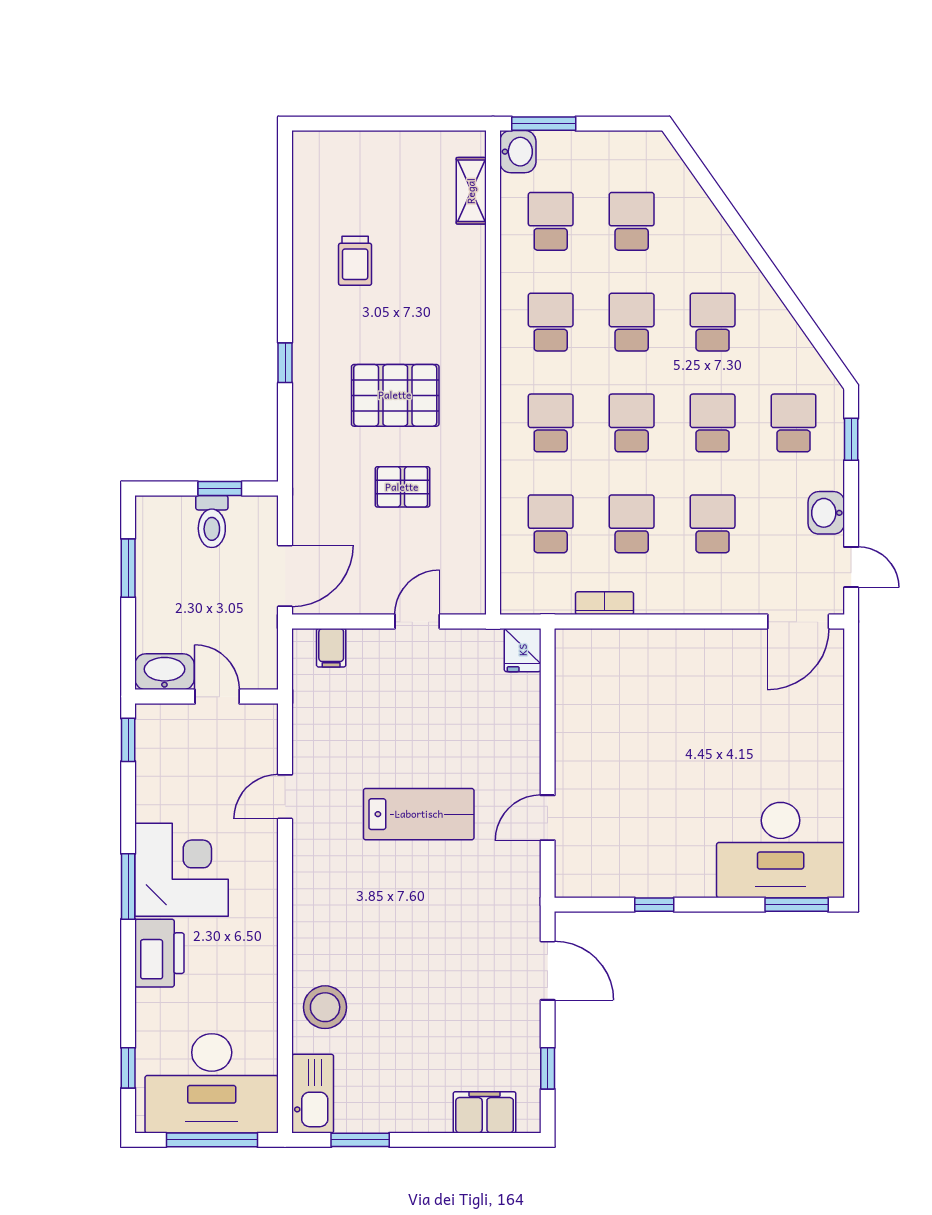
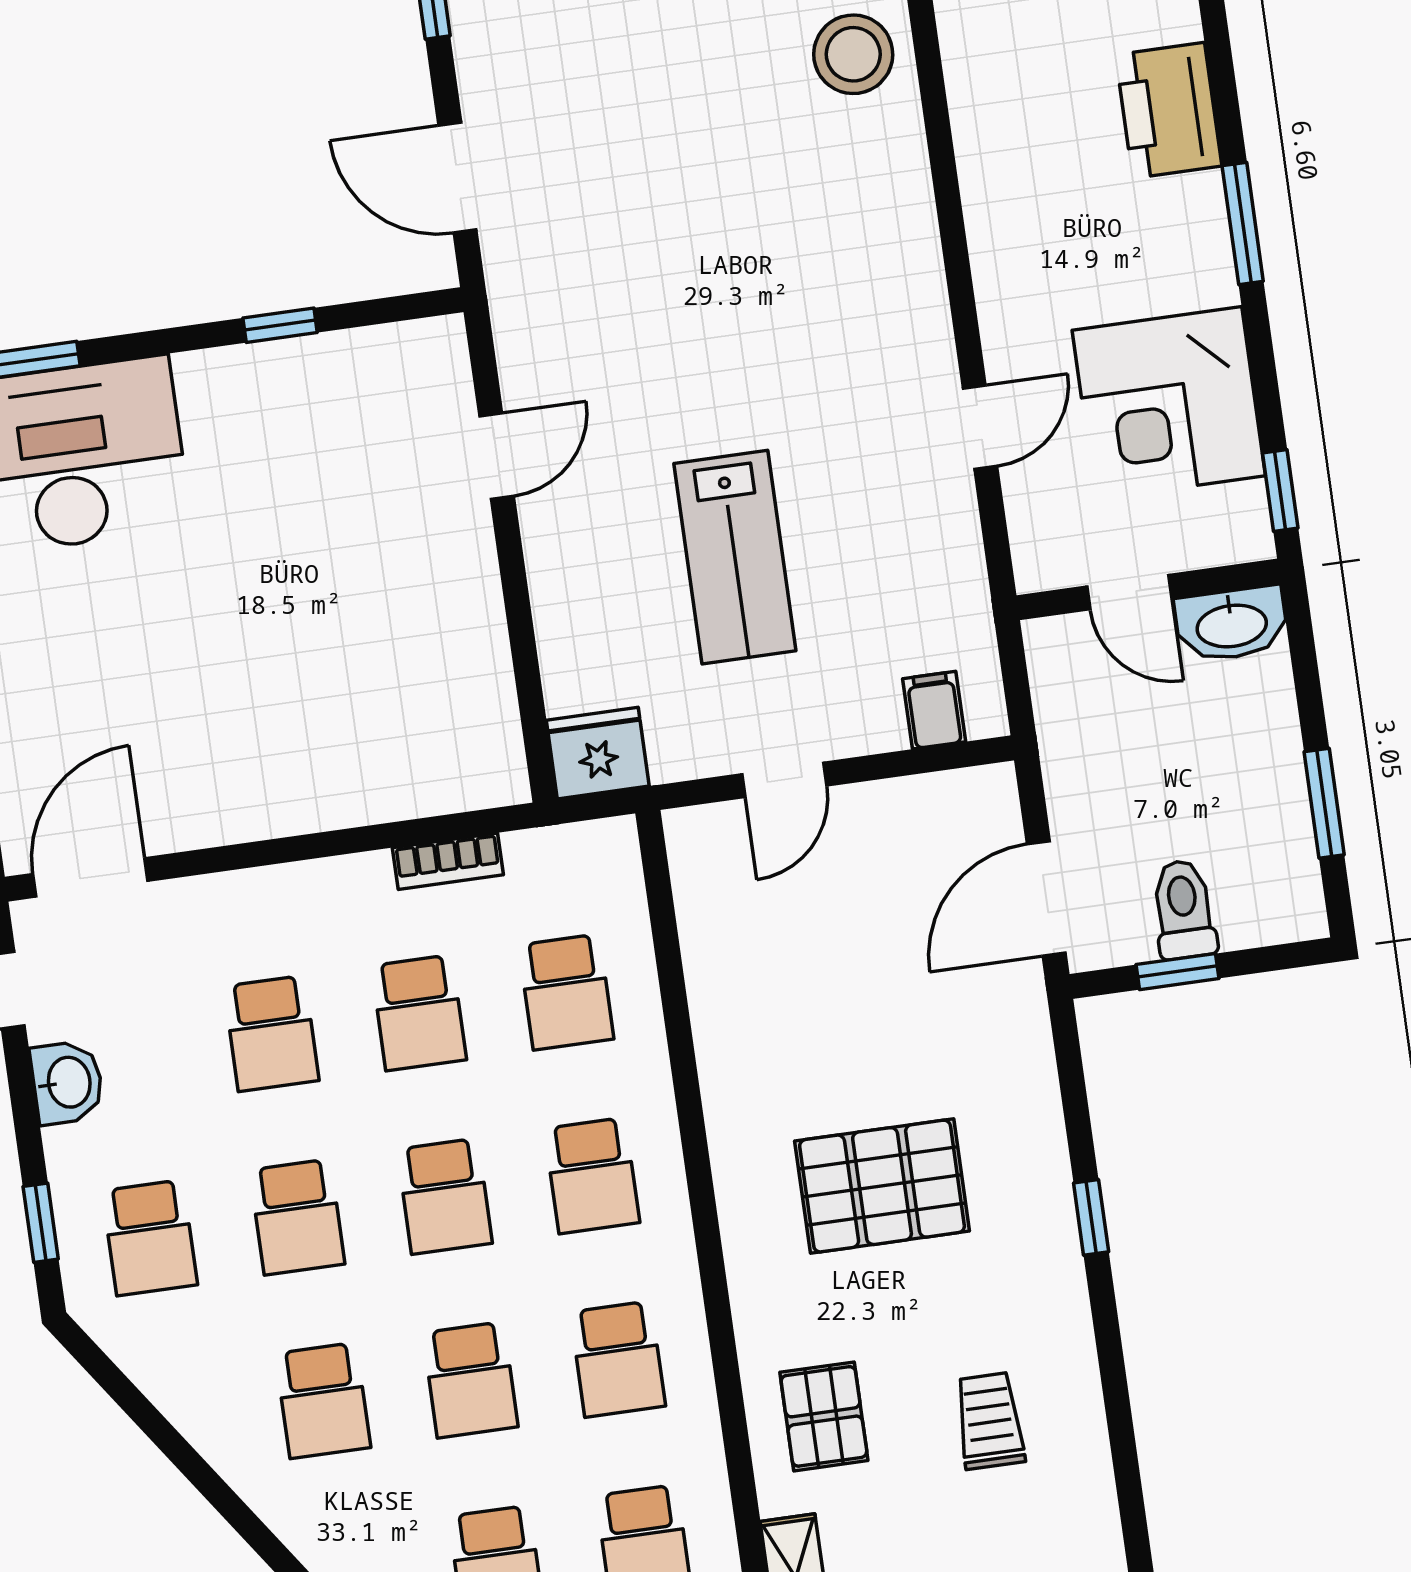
pallet: (402, 487) -> (824, 1416), moved, turned 90
door: (285, 576) -> (1046, 899), moved
fridge: (523, 650) -> (598, 753), width x1.38
lab bench: (419, 814) -> (735, 557), moved, turned -90
corner desk: (182, 870) -> (1169, 403), moved

